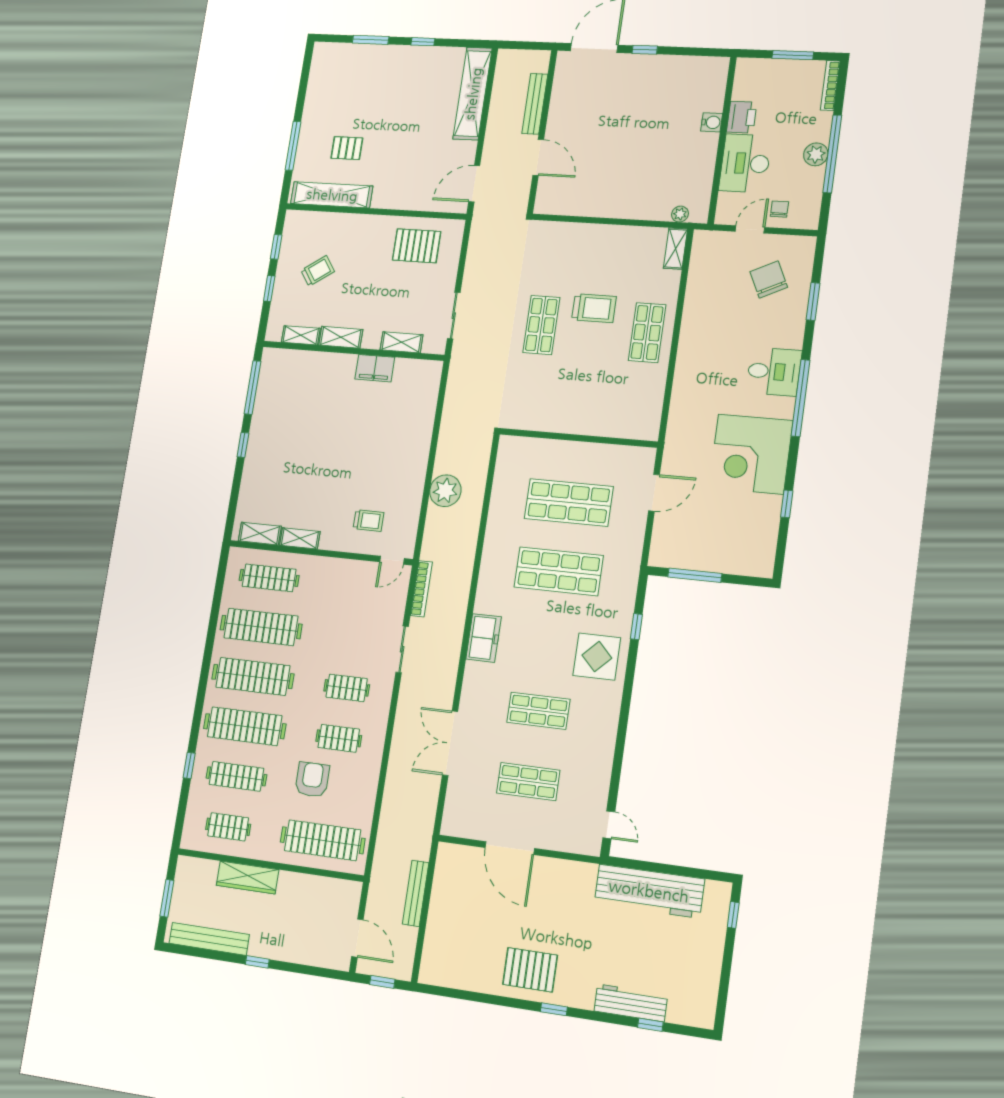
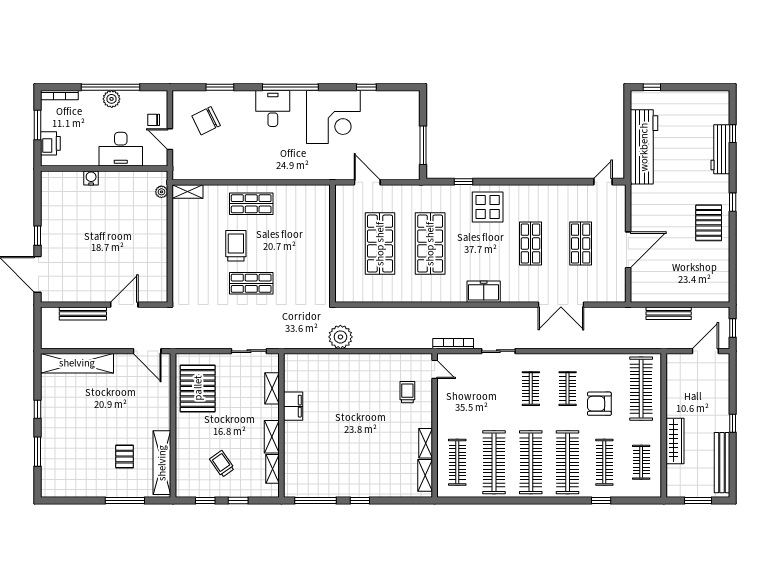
printer: (742, 117) -> (50, 143), moved, turned 90
pallet: (417, 246) -> (198, 388), width x1.37, depth x1.41
plant: (445, 491) -> (340, 337), moved

